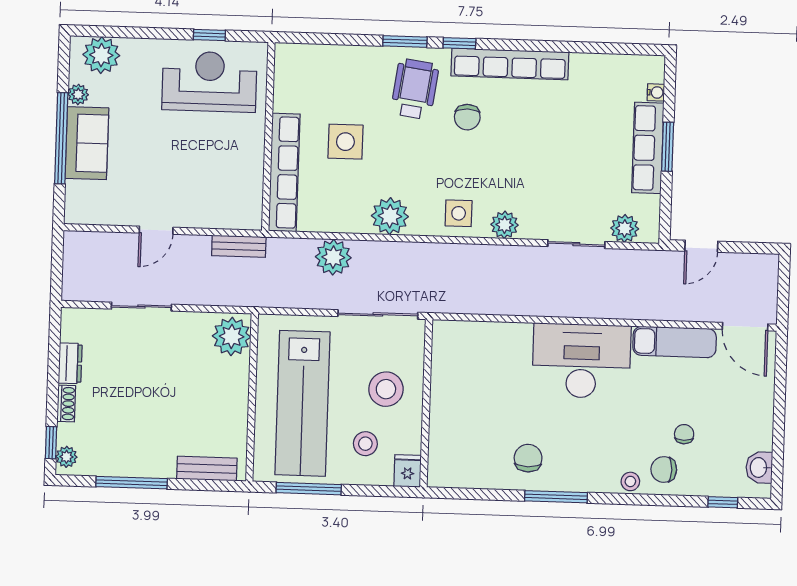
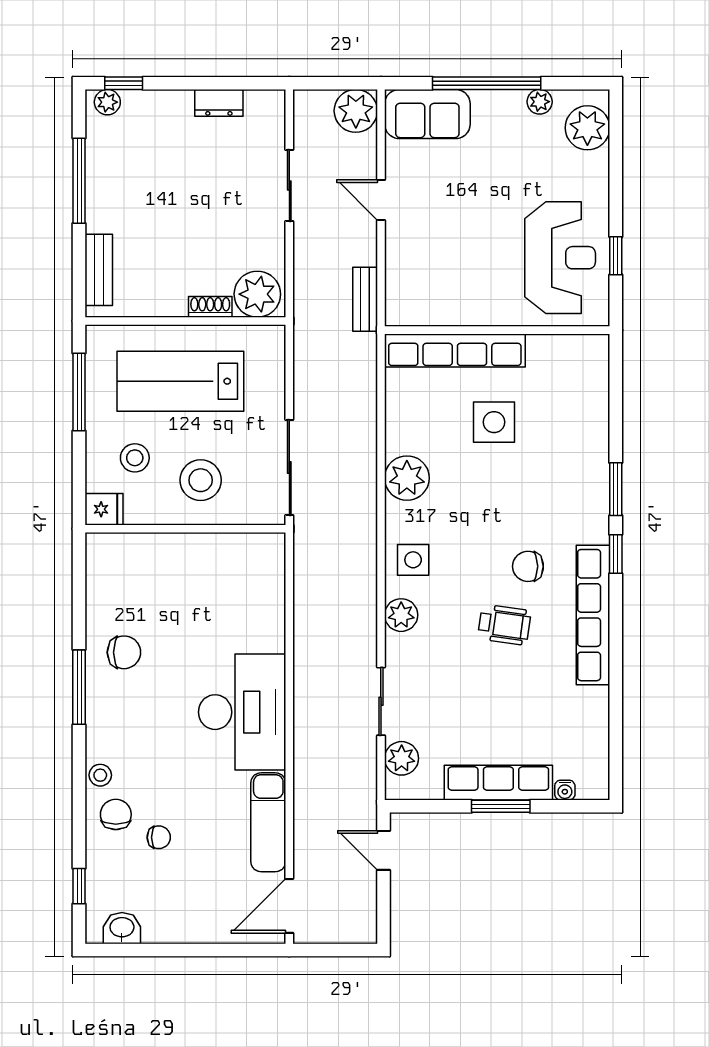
wheelchair: (415, 89) -> (504, 625), moved, width x0.73, depth x0.73
sofa: (87, 143) -> (427, 114), moved
plant: (333, 257) -> (356, 111), moved
lab bench: (302, 403) -> (180, 381), width x0.73
shoe rack: (66, 404) -> (210, 307), moved, turned 180

